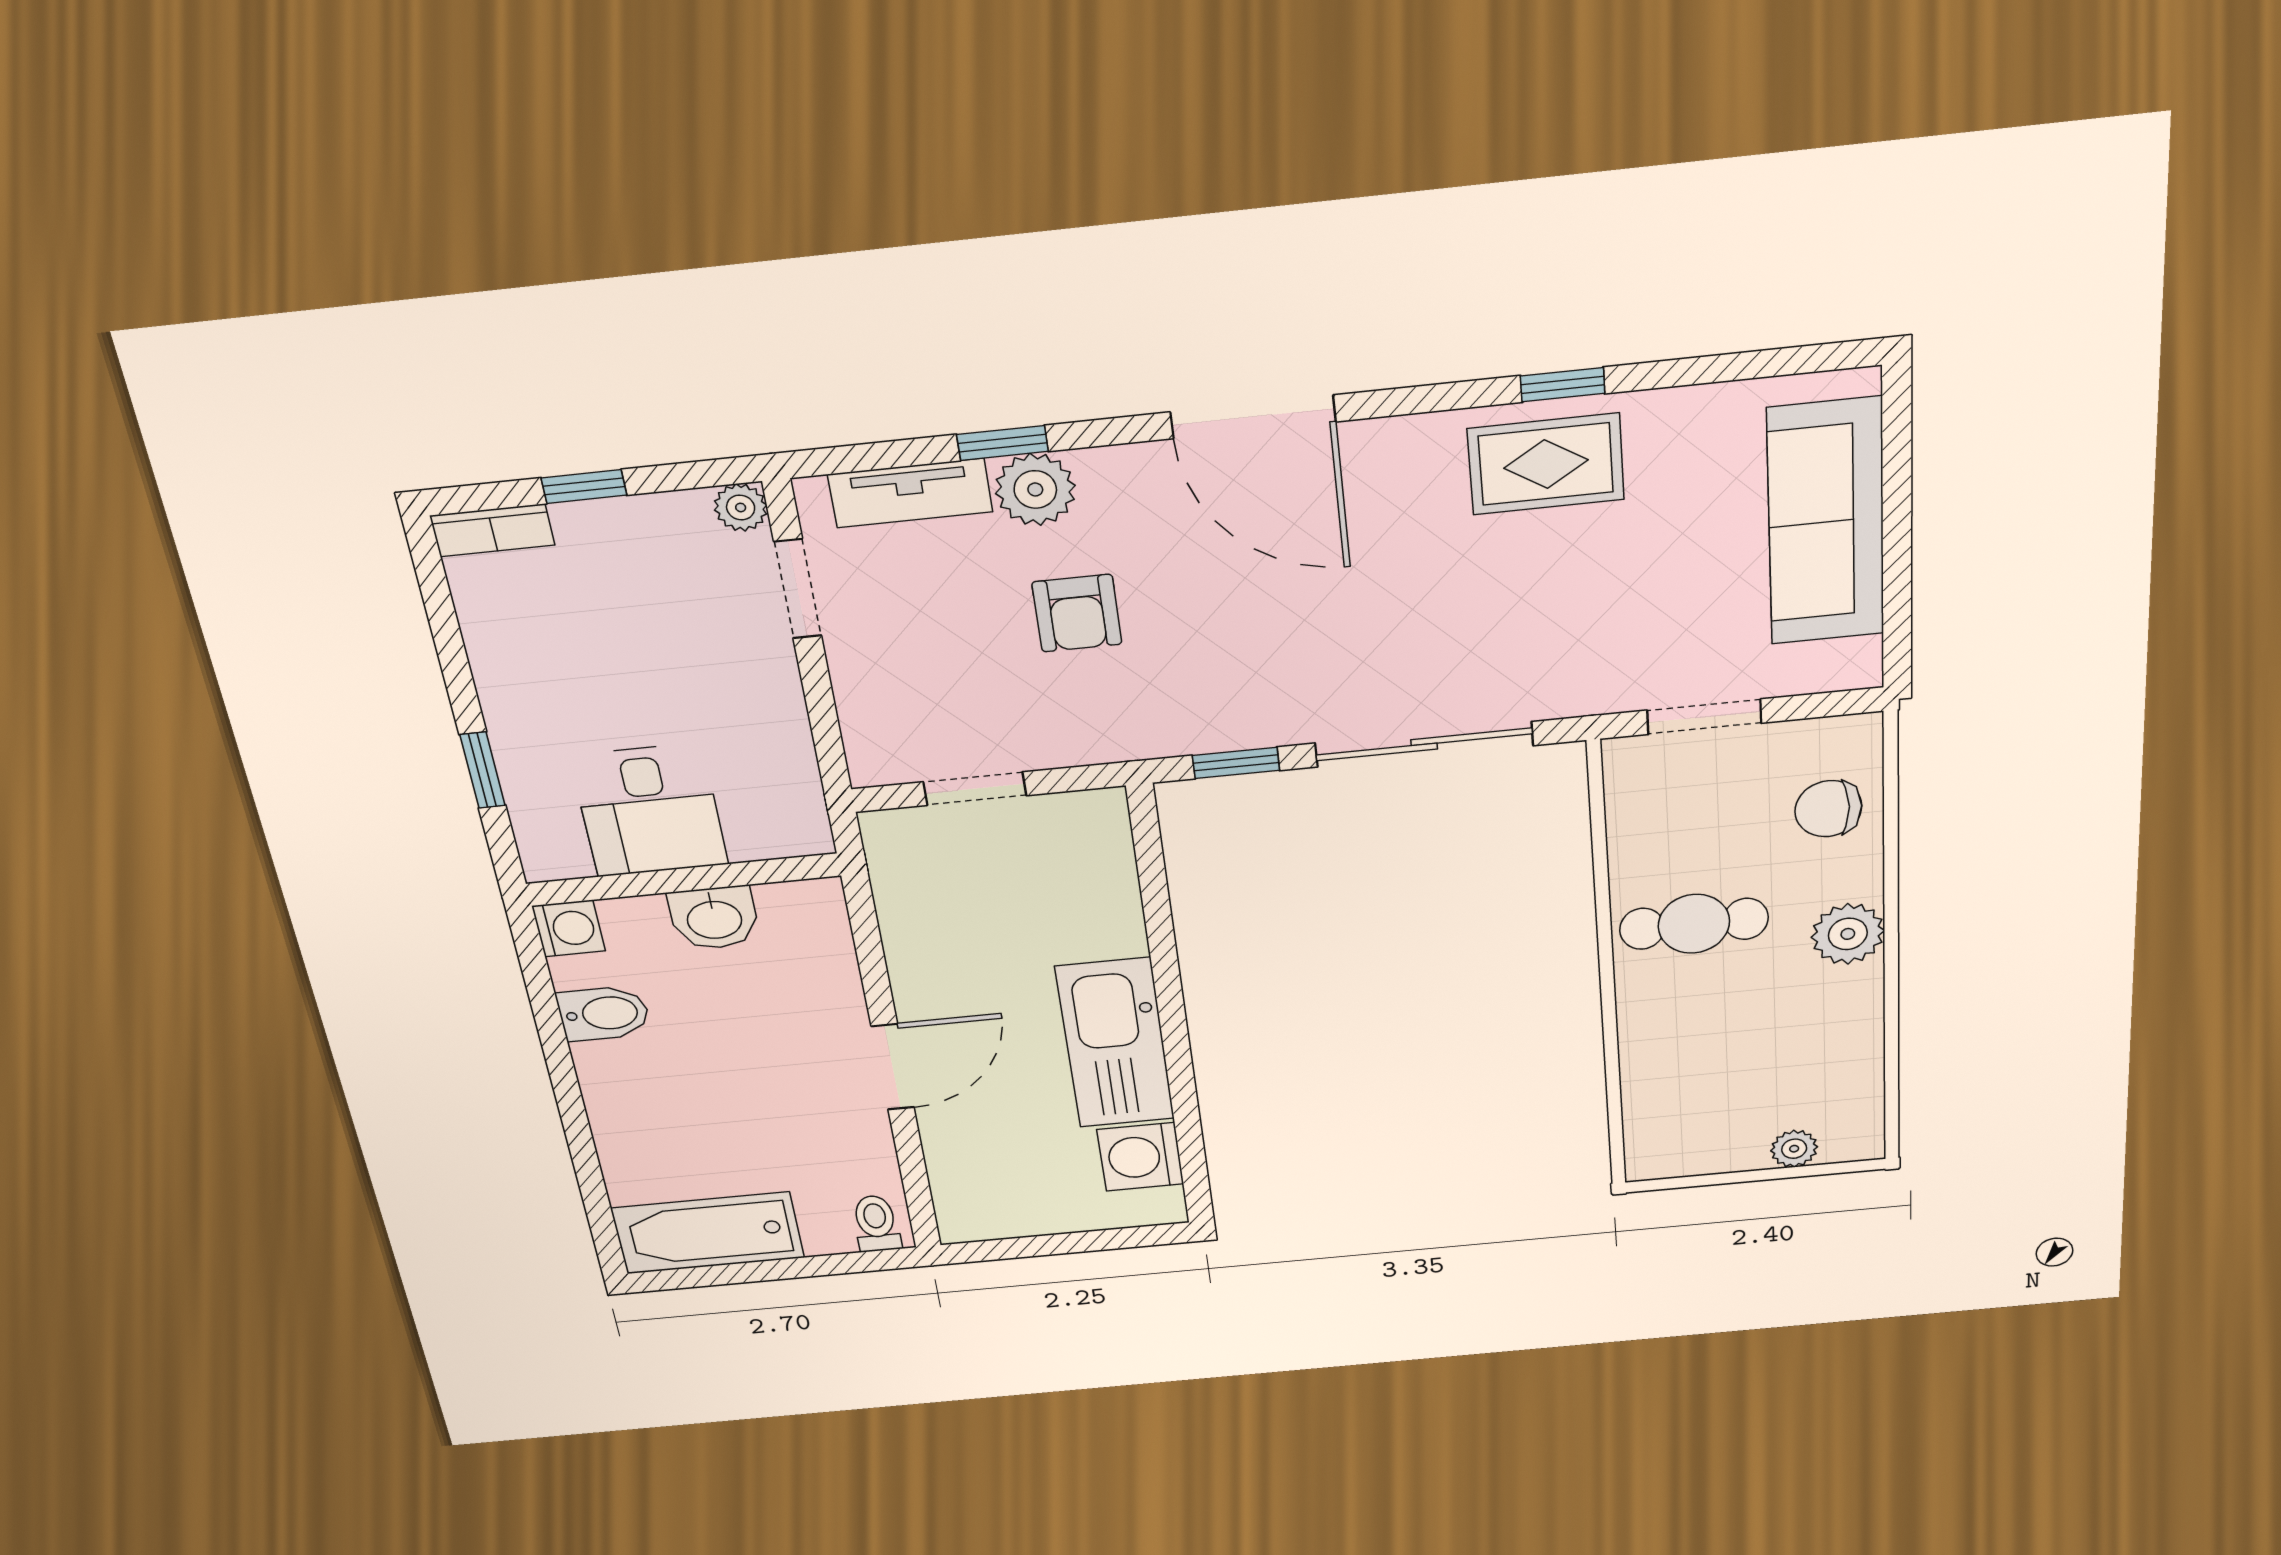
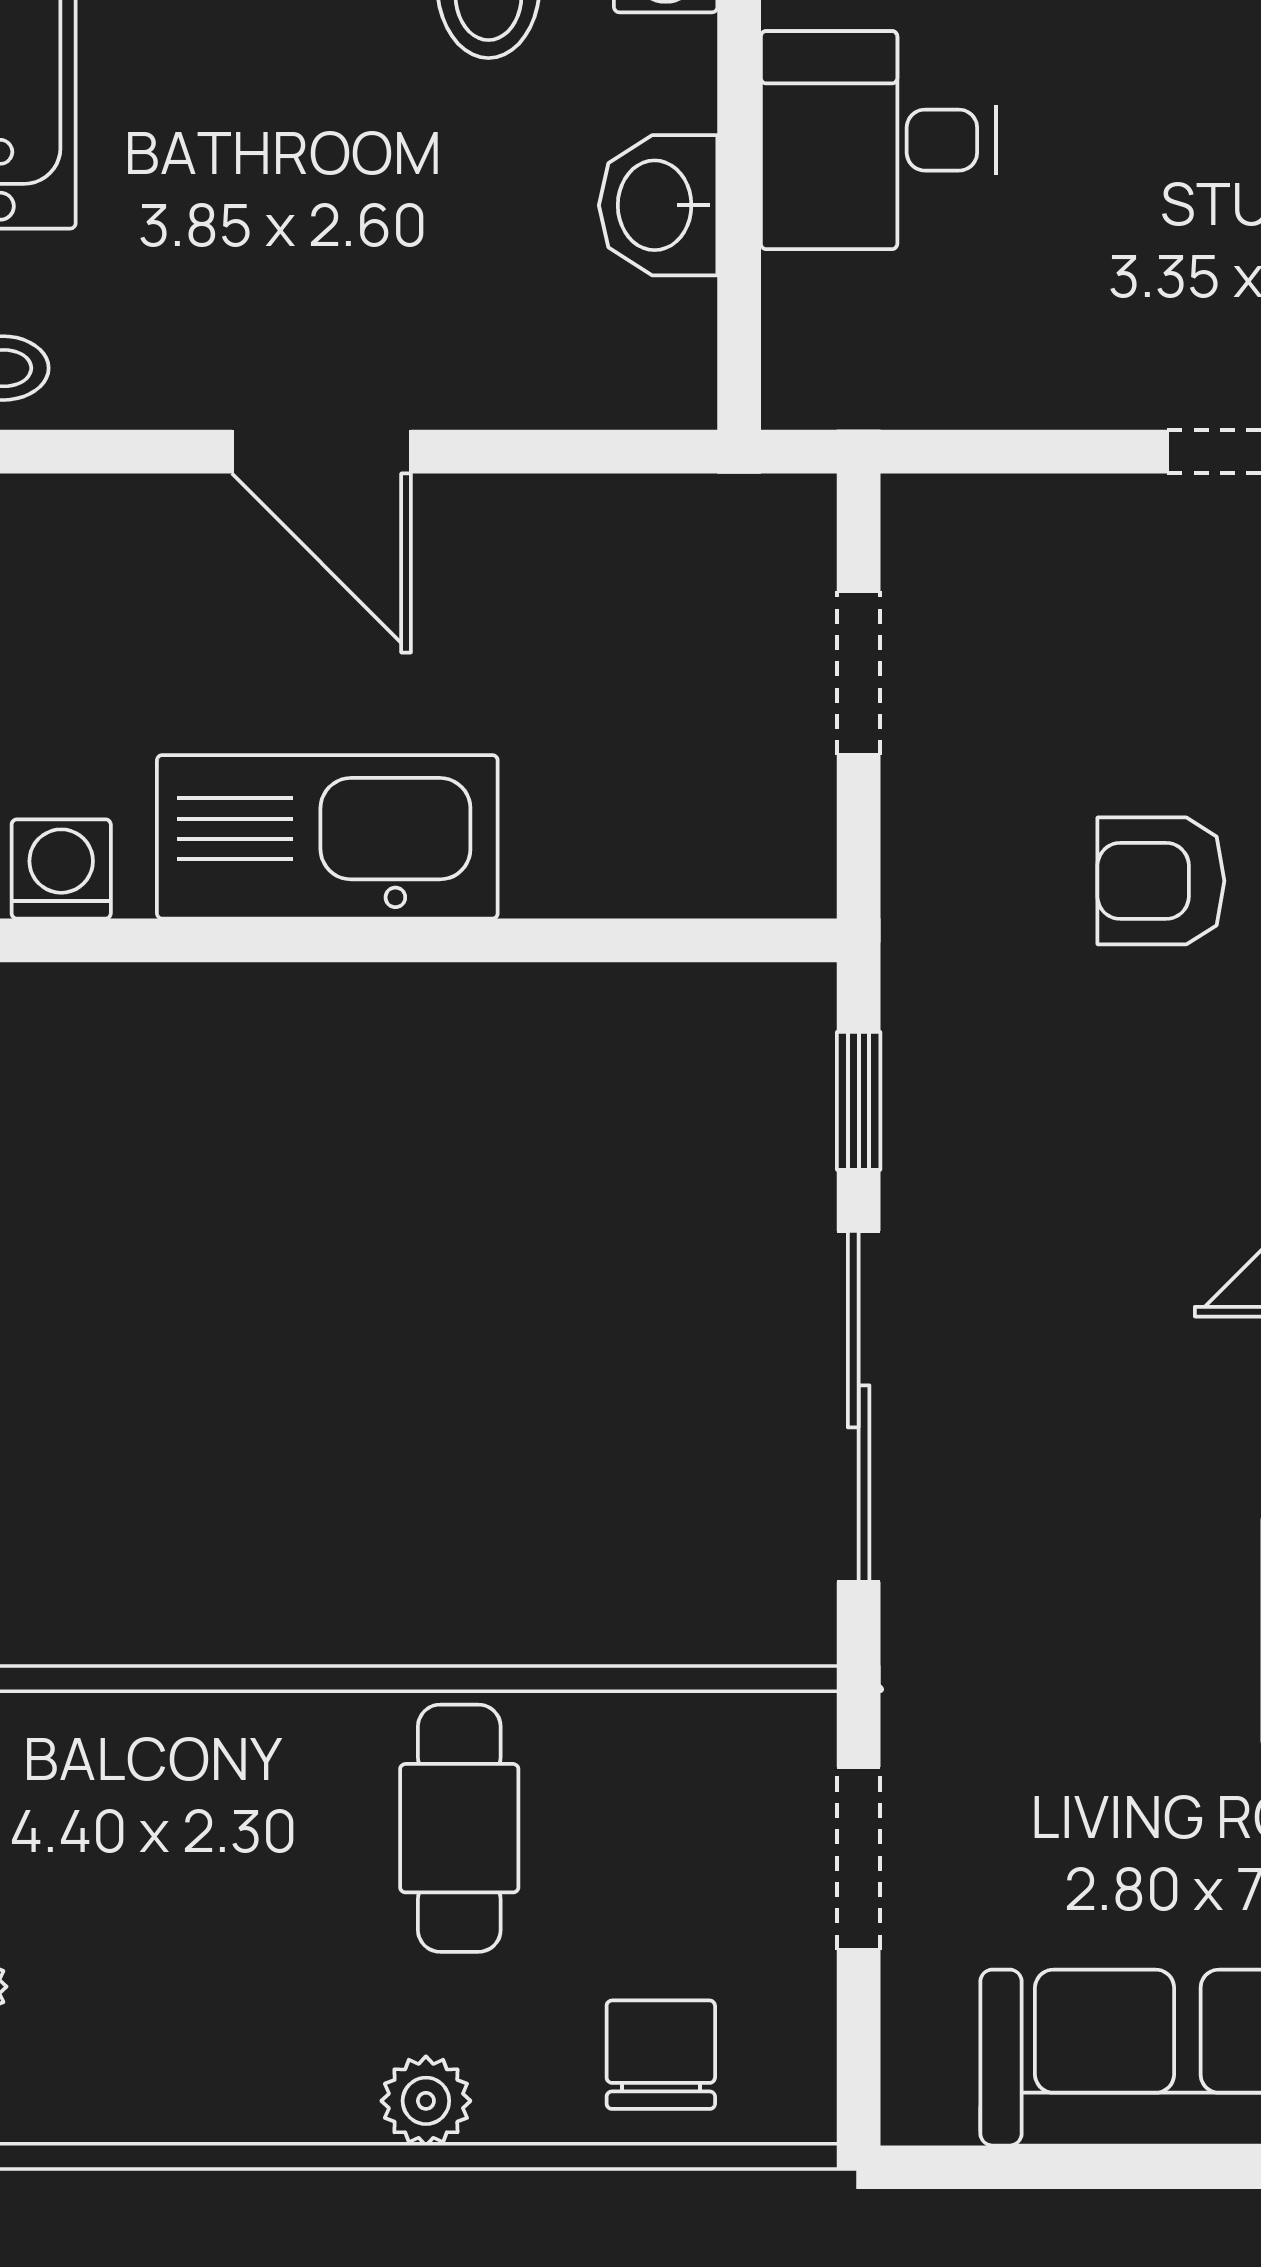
plant: (1848, 934) -> (426, 2101), width x0.73, depth x0.73
washing machine: (1140, 1157) -> (61, 869), width x0.73, depth x0.73

